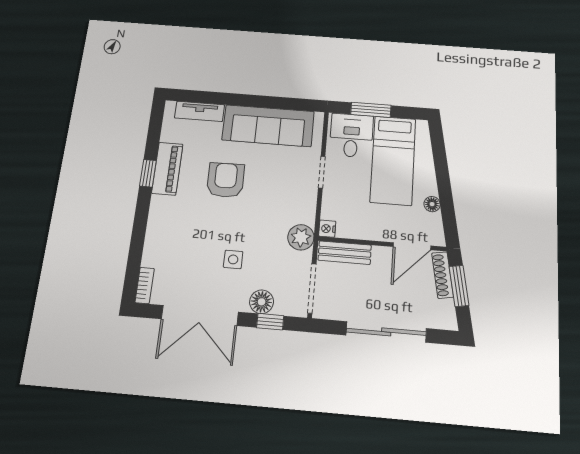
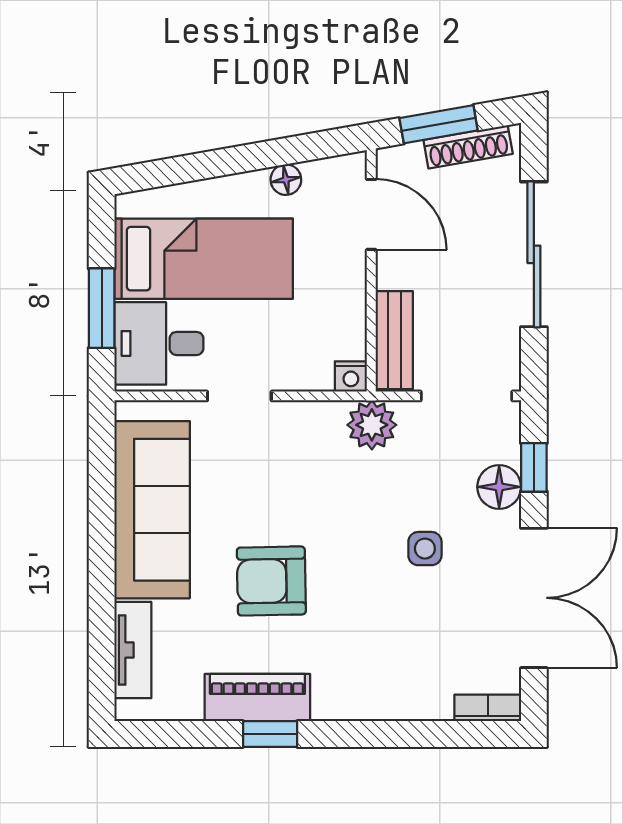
shoe rack: (443, 275) -> (468, 147), moved

